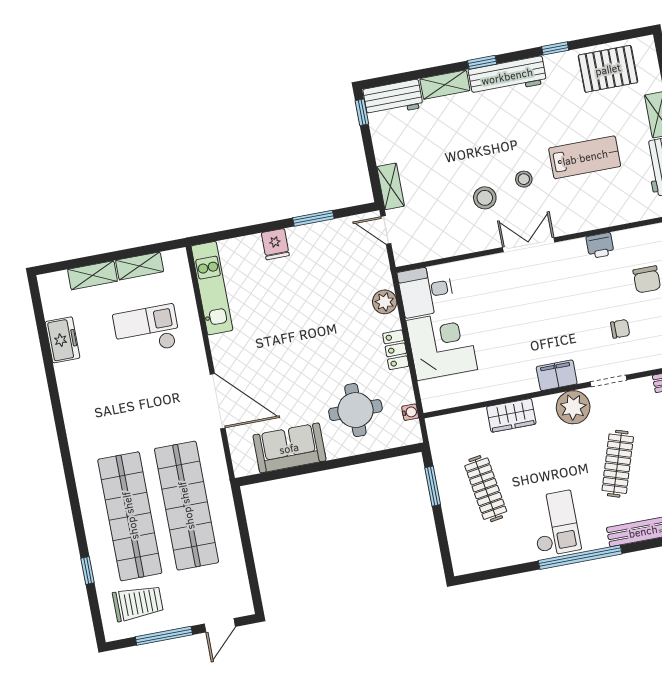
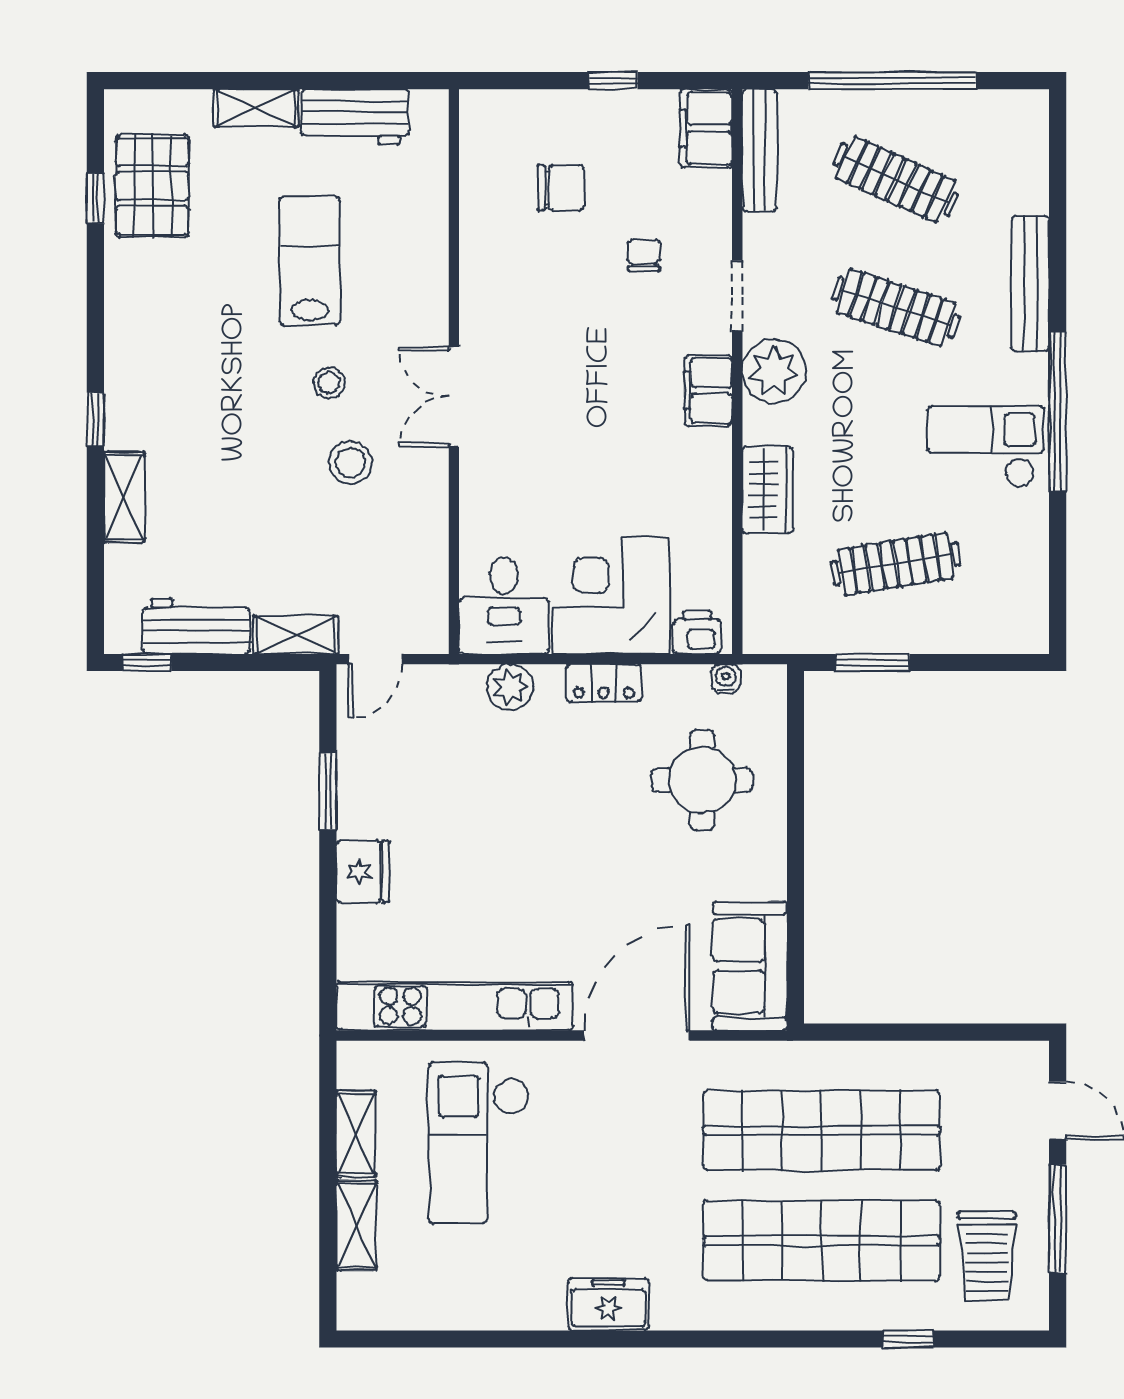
window: (555, 48) -> (95, 198), moved
workbench: (507, 76) -> (131, 377), removed
workbench: (393, 98) -> (196, 626), moved, turned -90
fridge: (275, 244) -> (363, 872), width x1.38
printer: (600, 246) -> (697, 632), moved, turned -90
kitchen unit: (212, 288) -> (455, 1006), width x1.36
checkout: (147, 330) -> (479, 1143), width x1.36, depth x1.21
freezer: (62, 340) -> (608, 1304), moved
sofa: (289, 448) -> (750, 966), moved
trolley: (138, 603) -> (987, 1256), turned 180

